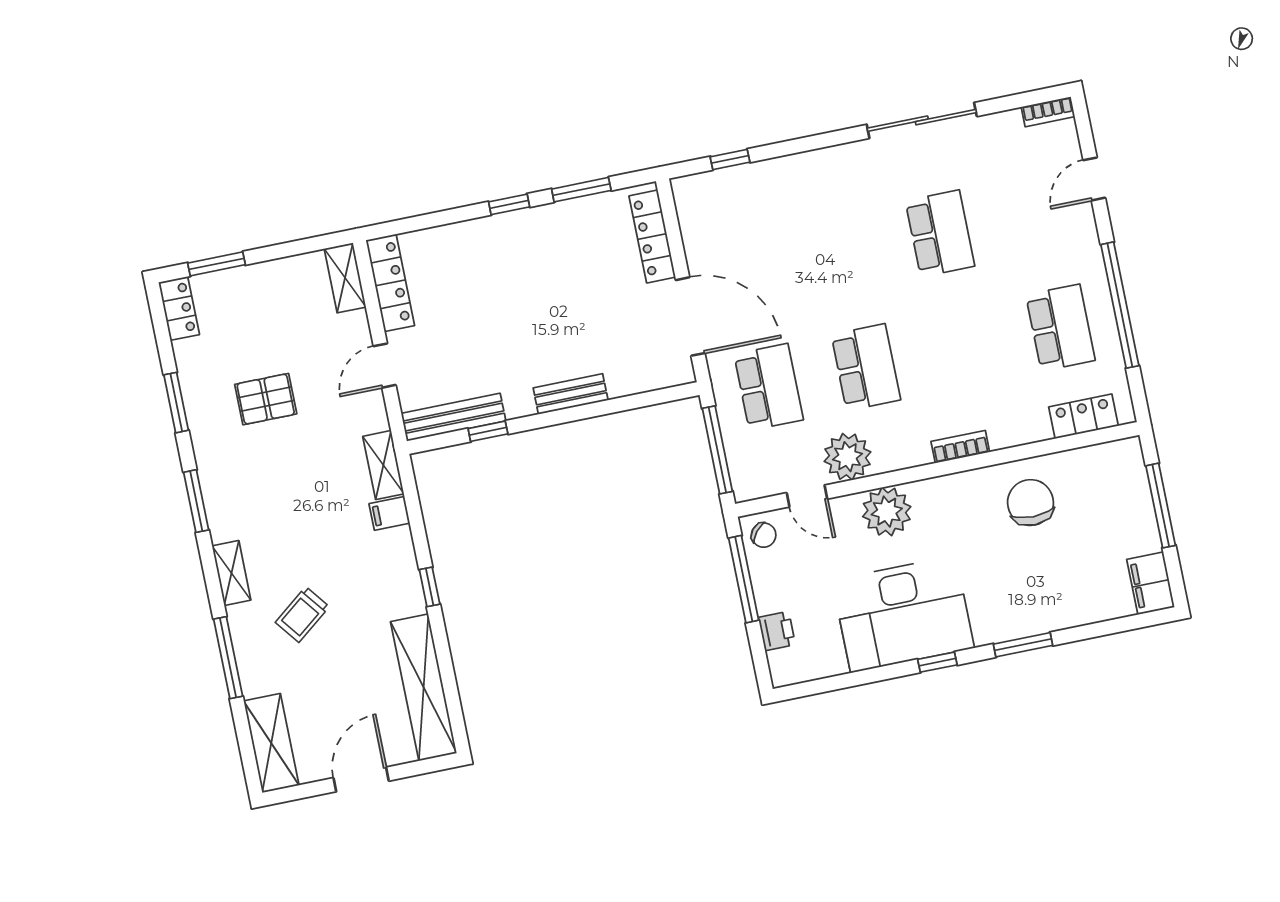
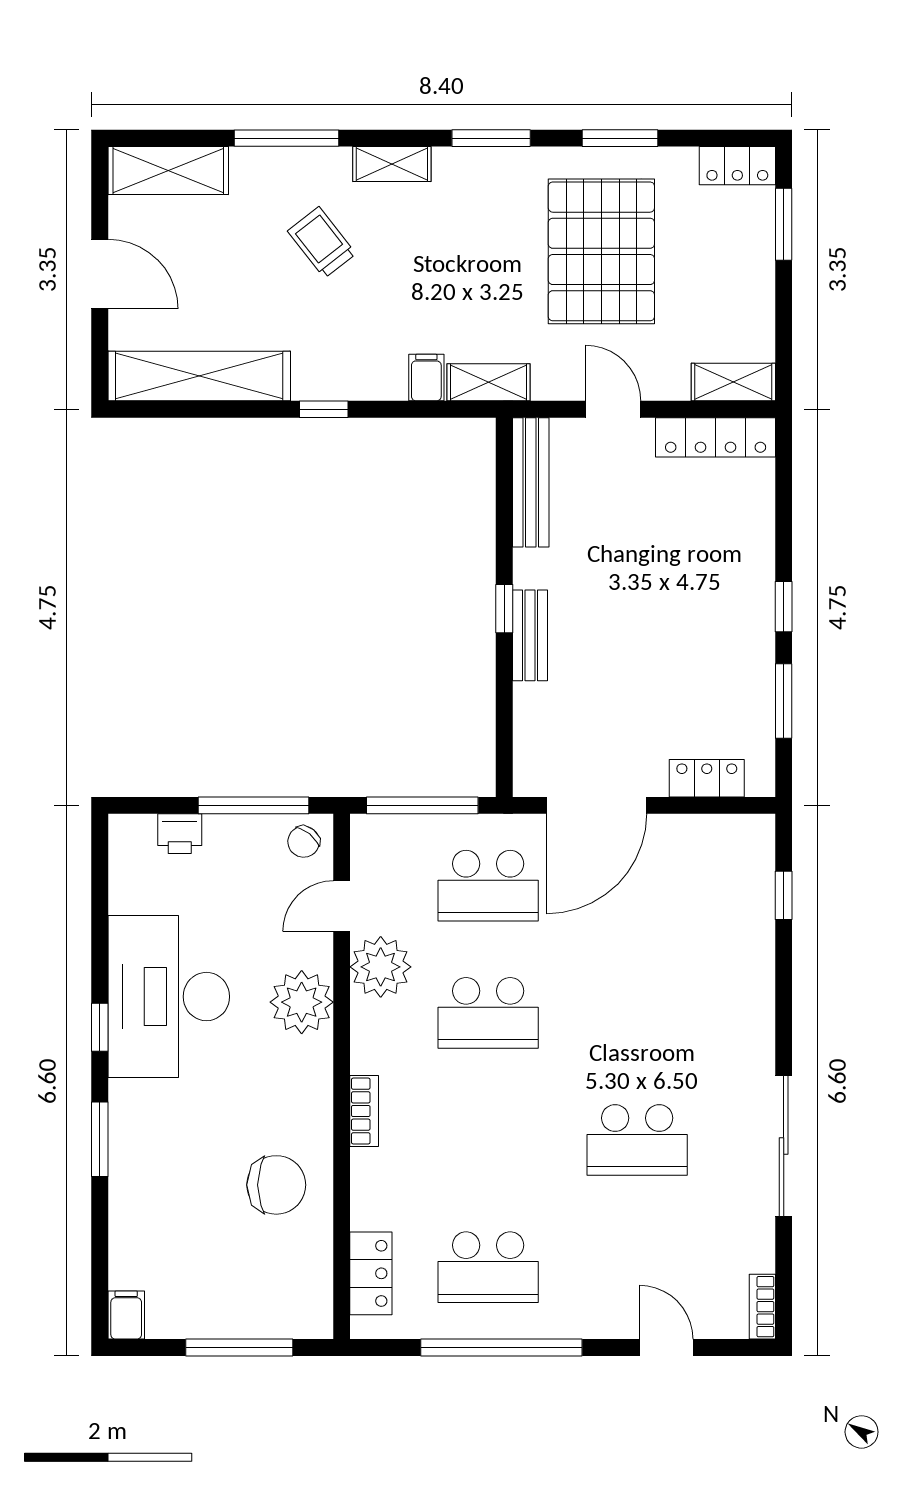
locker: (652, 236) -> (707, 778), width x0.66
pallet: (266, 399) -> (601, 251), width x2.05, depth x2.00
window: (488, 431) -> (504, 609), moved
filing cabinet: (1151, 583) -> (126, 1315), width x0.50

